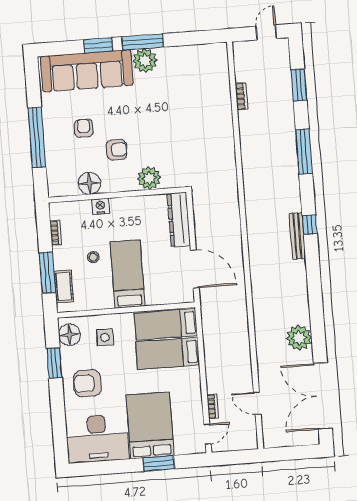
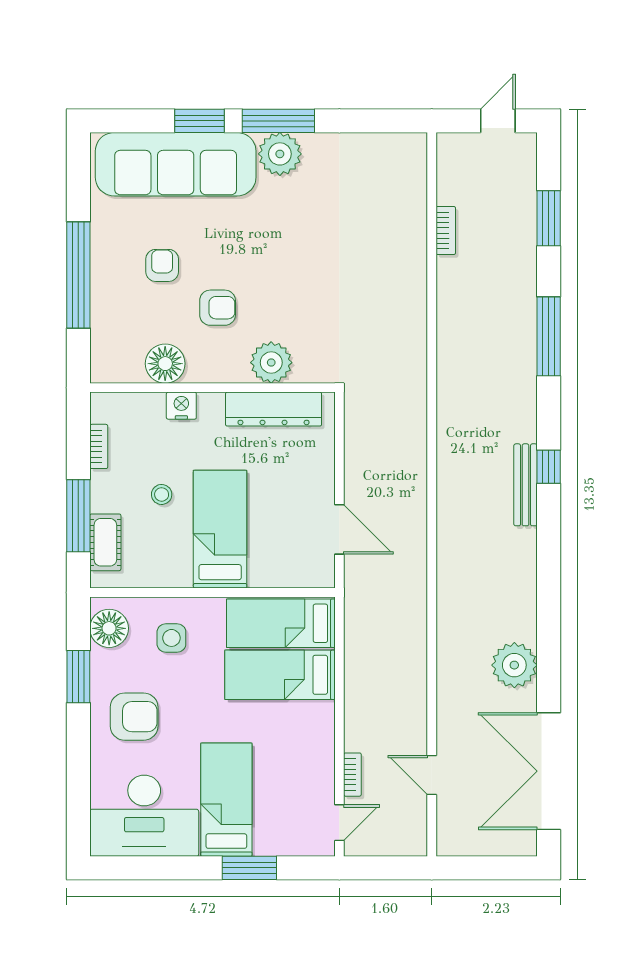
dresser: (179, 220) -> (274, 409), moved, turned -90
door: (195, 269) -> (339, 529), width x0.73
armchair: (87, 383) -> (134, 717), turned 180
bed: (150, 425) -> (226, 800), width x0.67

